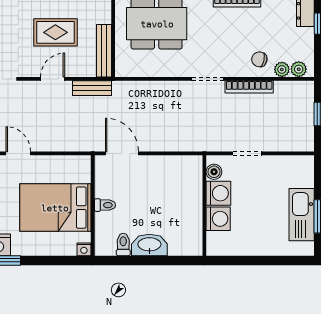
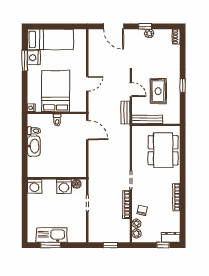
door: (18, 153) -> (87, 84), moved
door: (122, 153) -> (87, 130), hinge flipped
washing machine: (218, 219) -> (34, 186), moved

